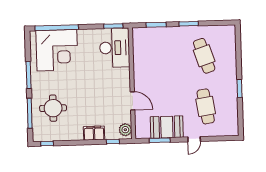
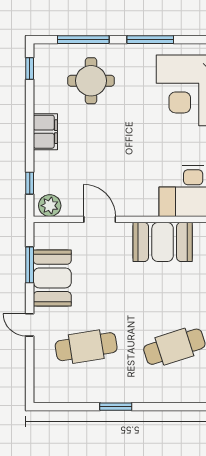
booth: (144, 64) -> (163, 242), added
door: (132, 101) -> (100, 219), swing flipped
filing cabinet: (94, 133) -> (45, 132), moved

